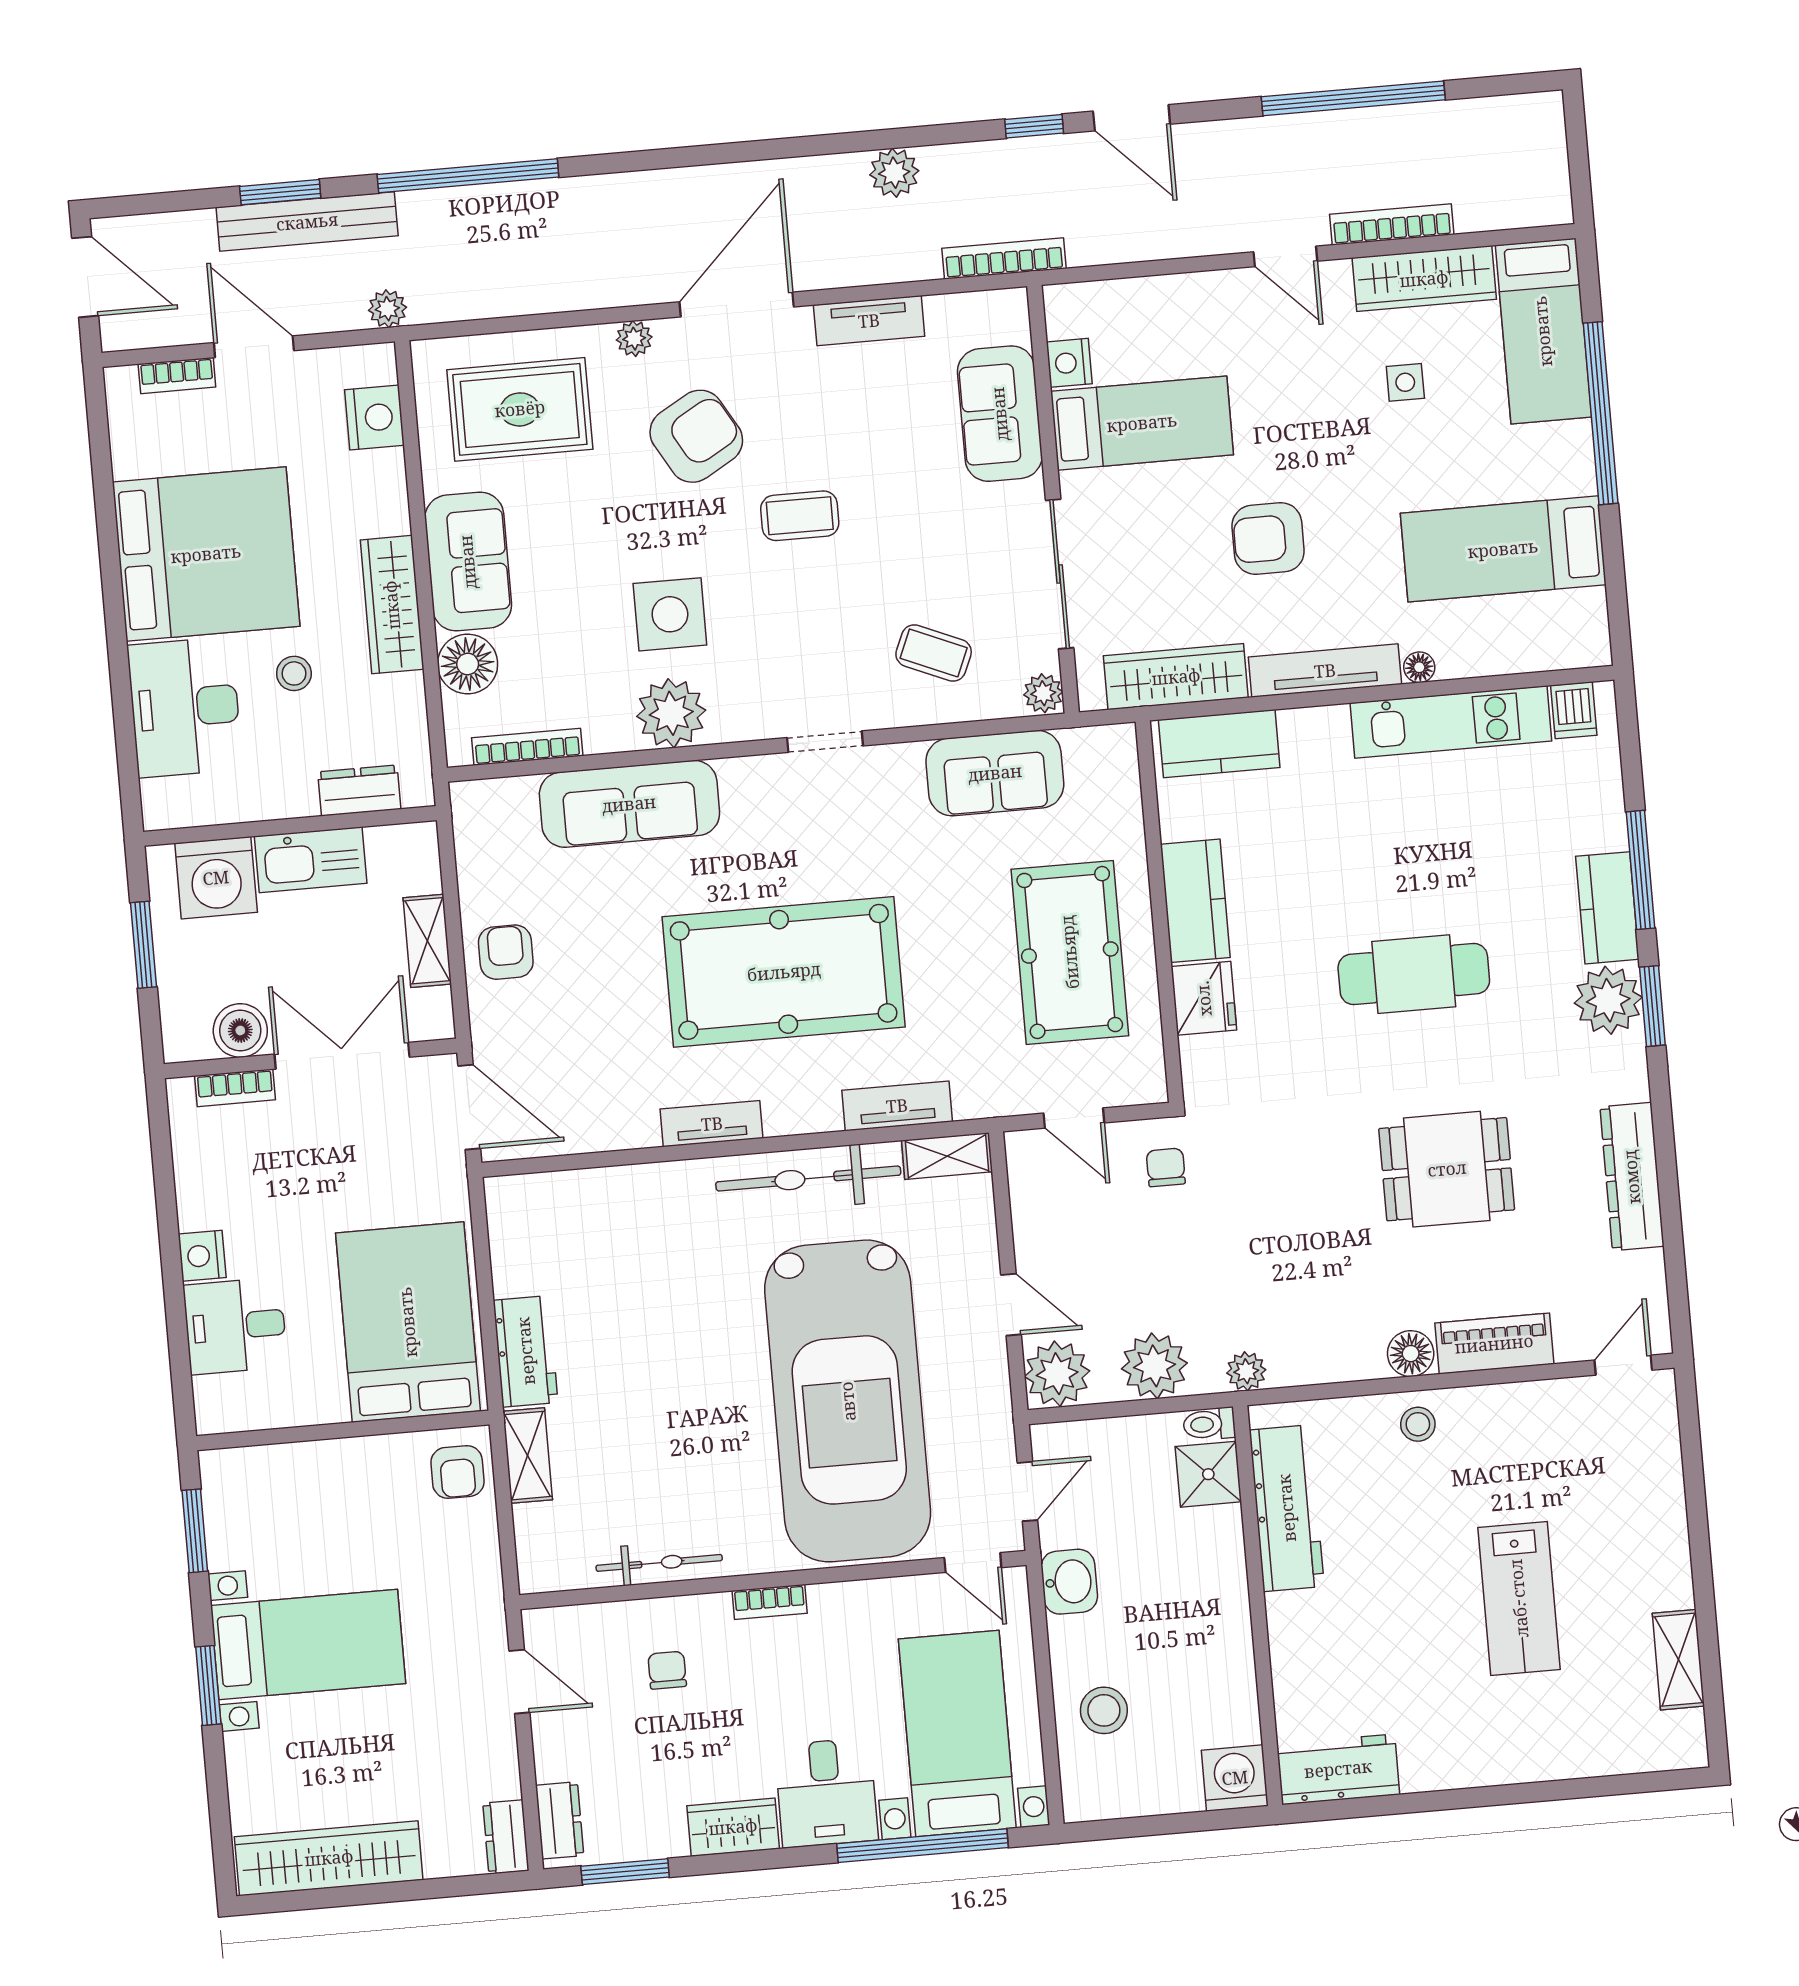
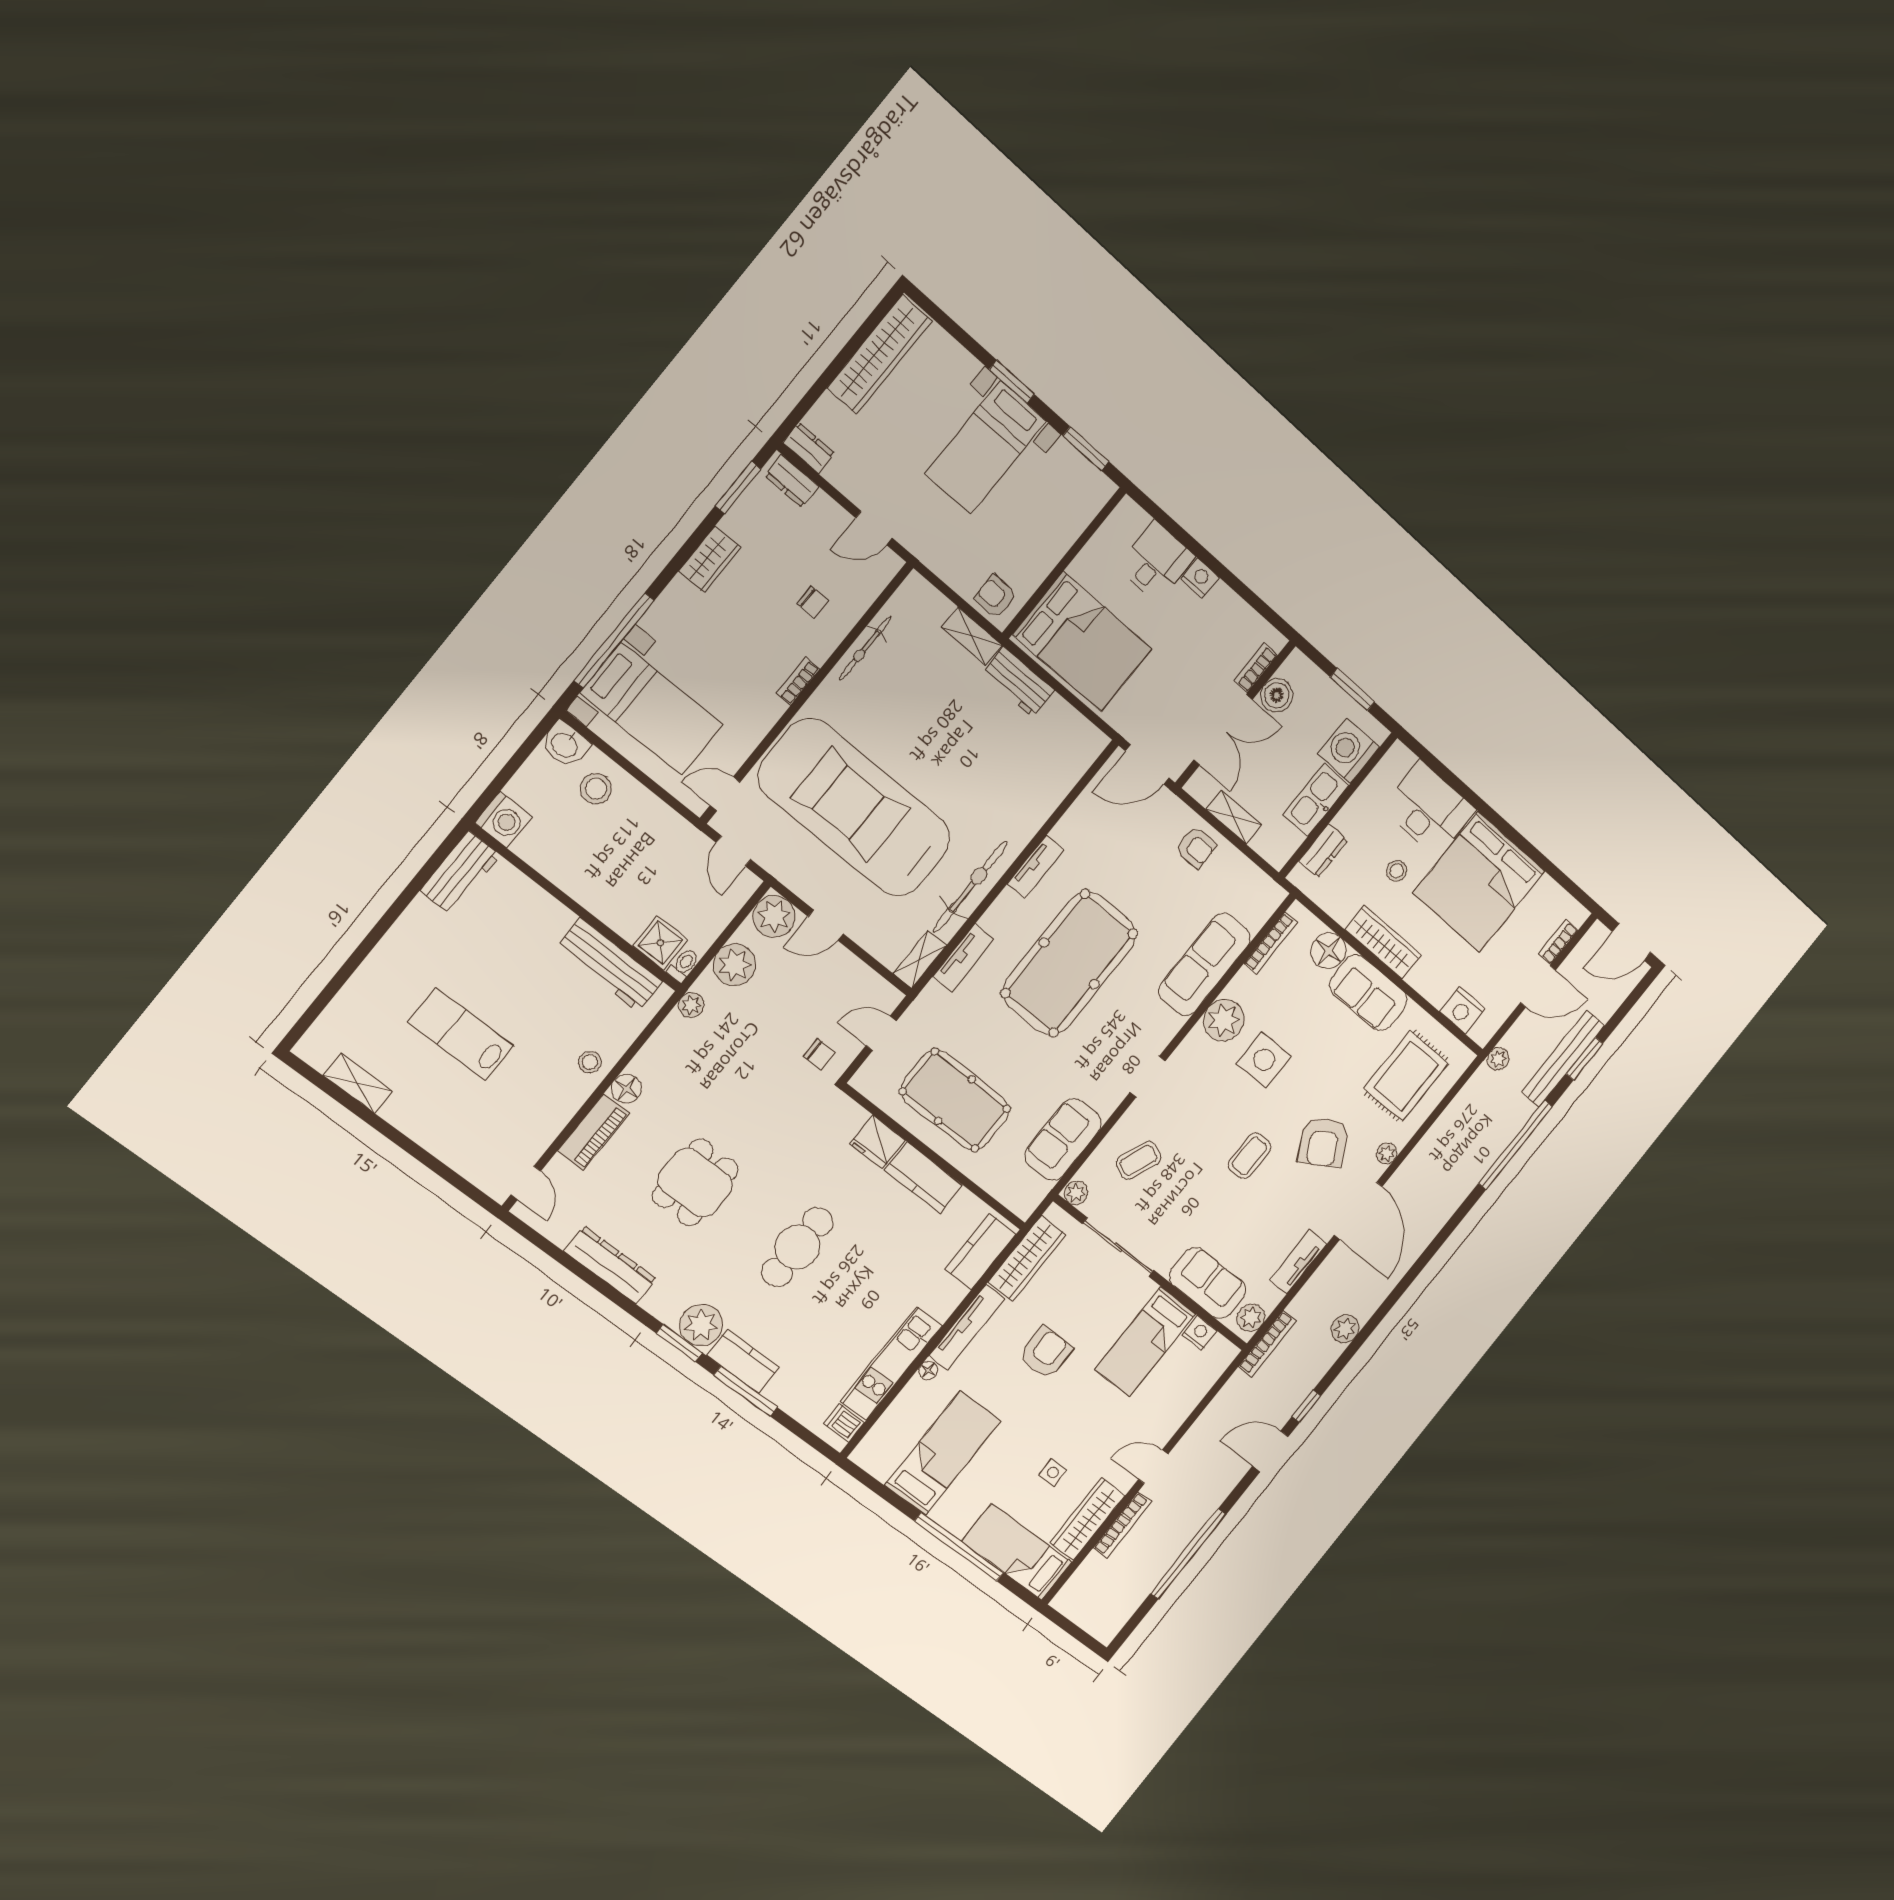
plant: (992, 313) -> (1251, 1318), added
washbasin: (1069, 1582) -> (565, 744), moved
desk: (826, 1793) -> (683, 620), removed

